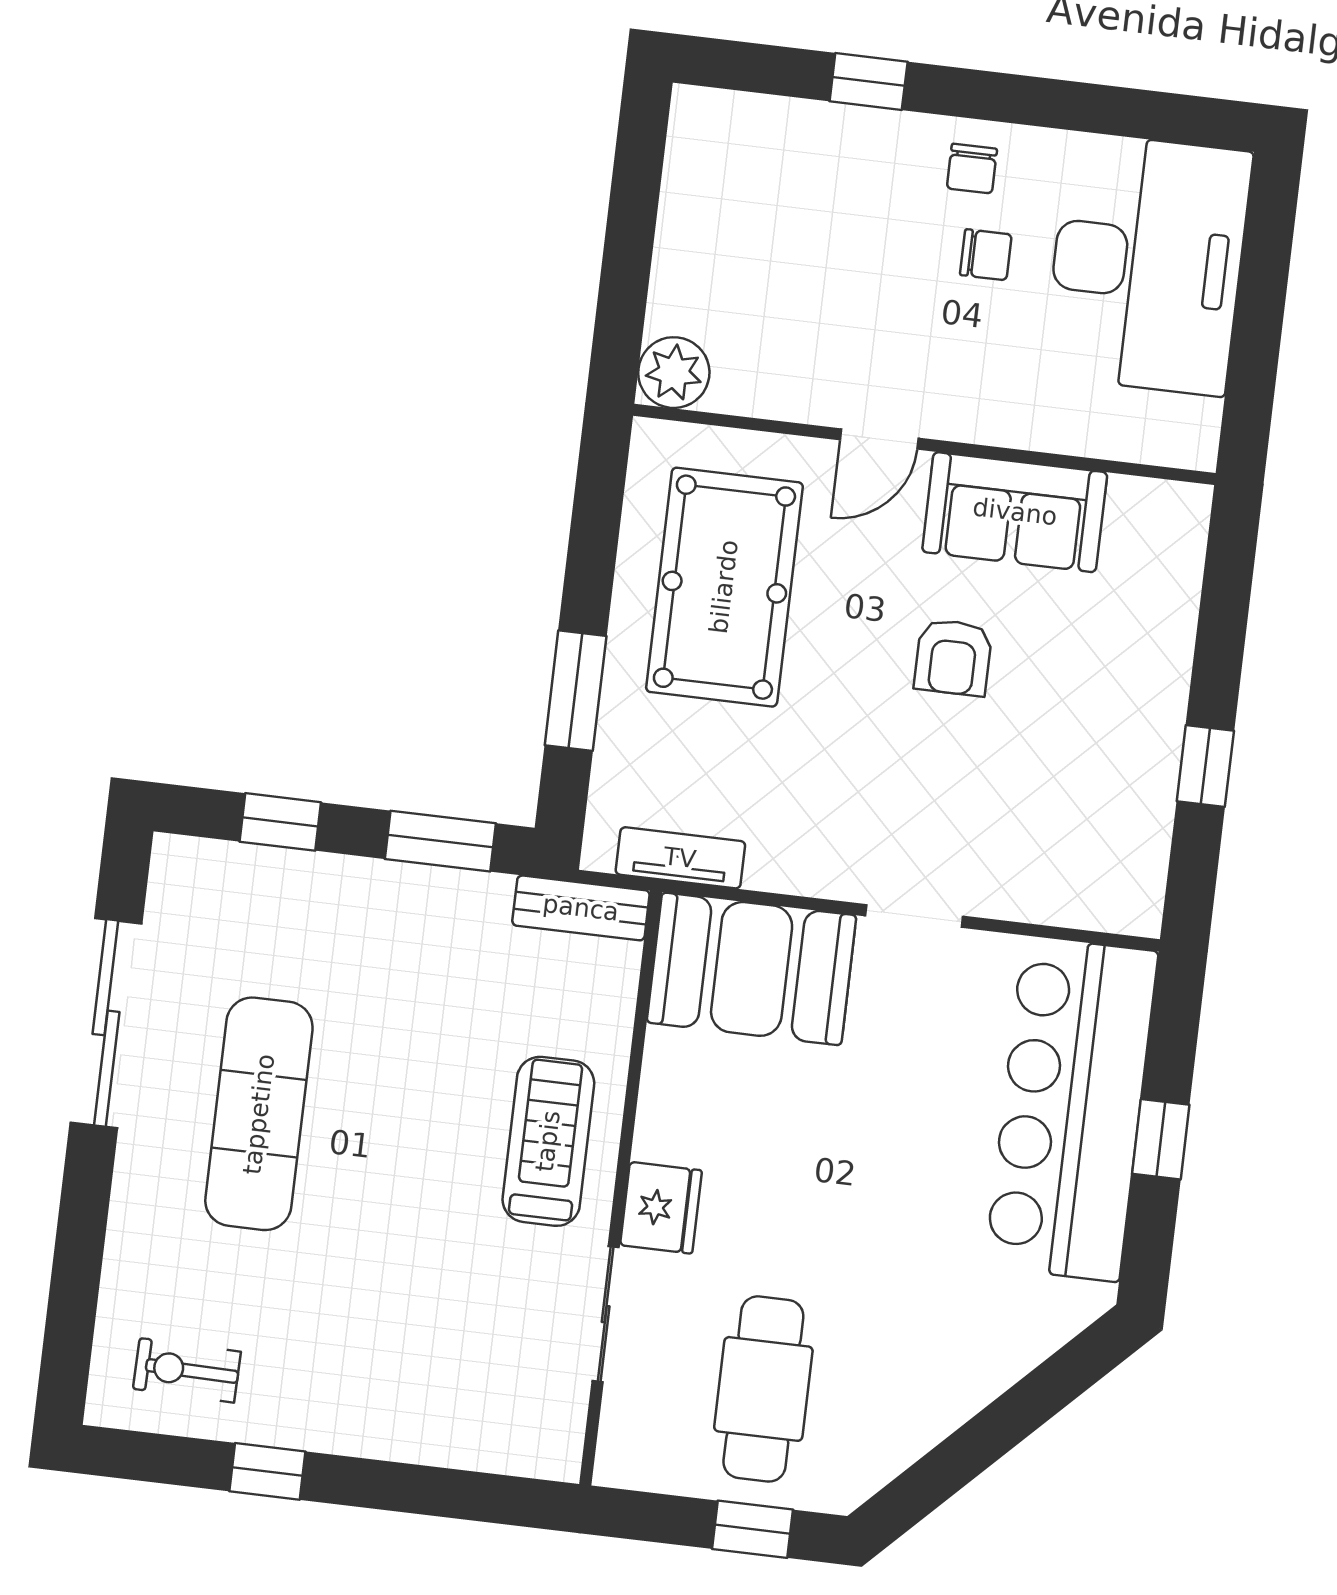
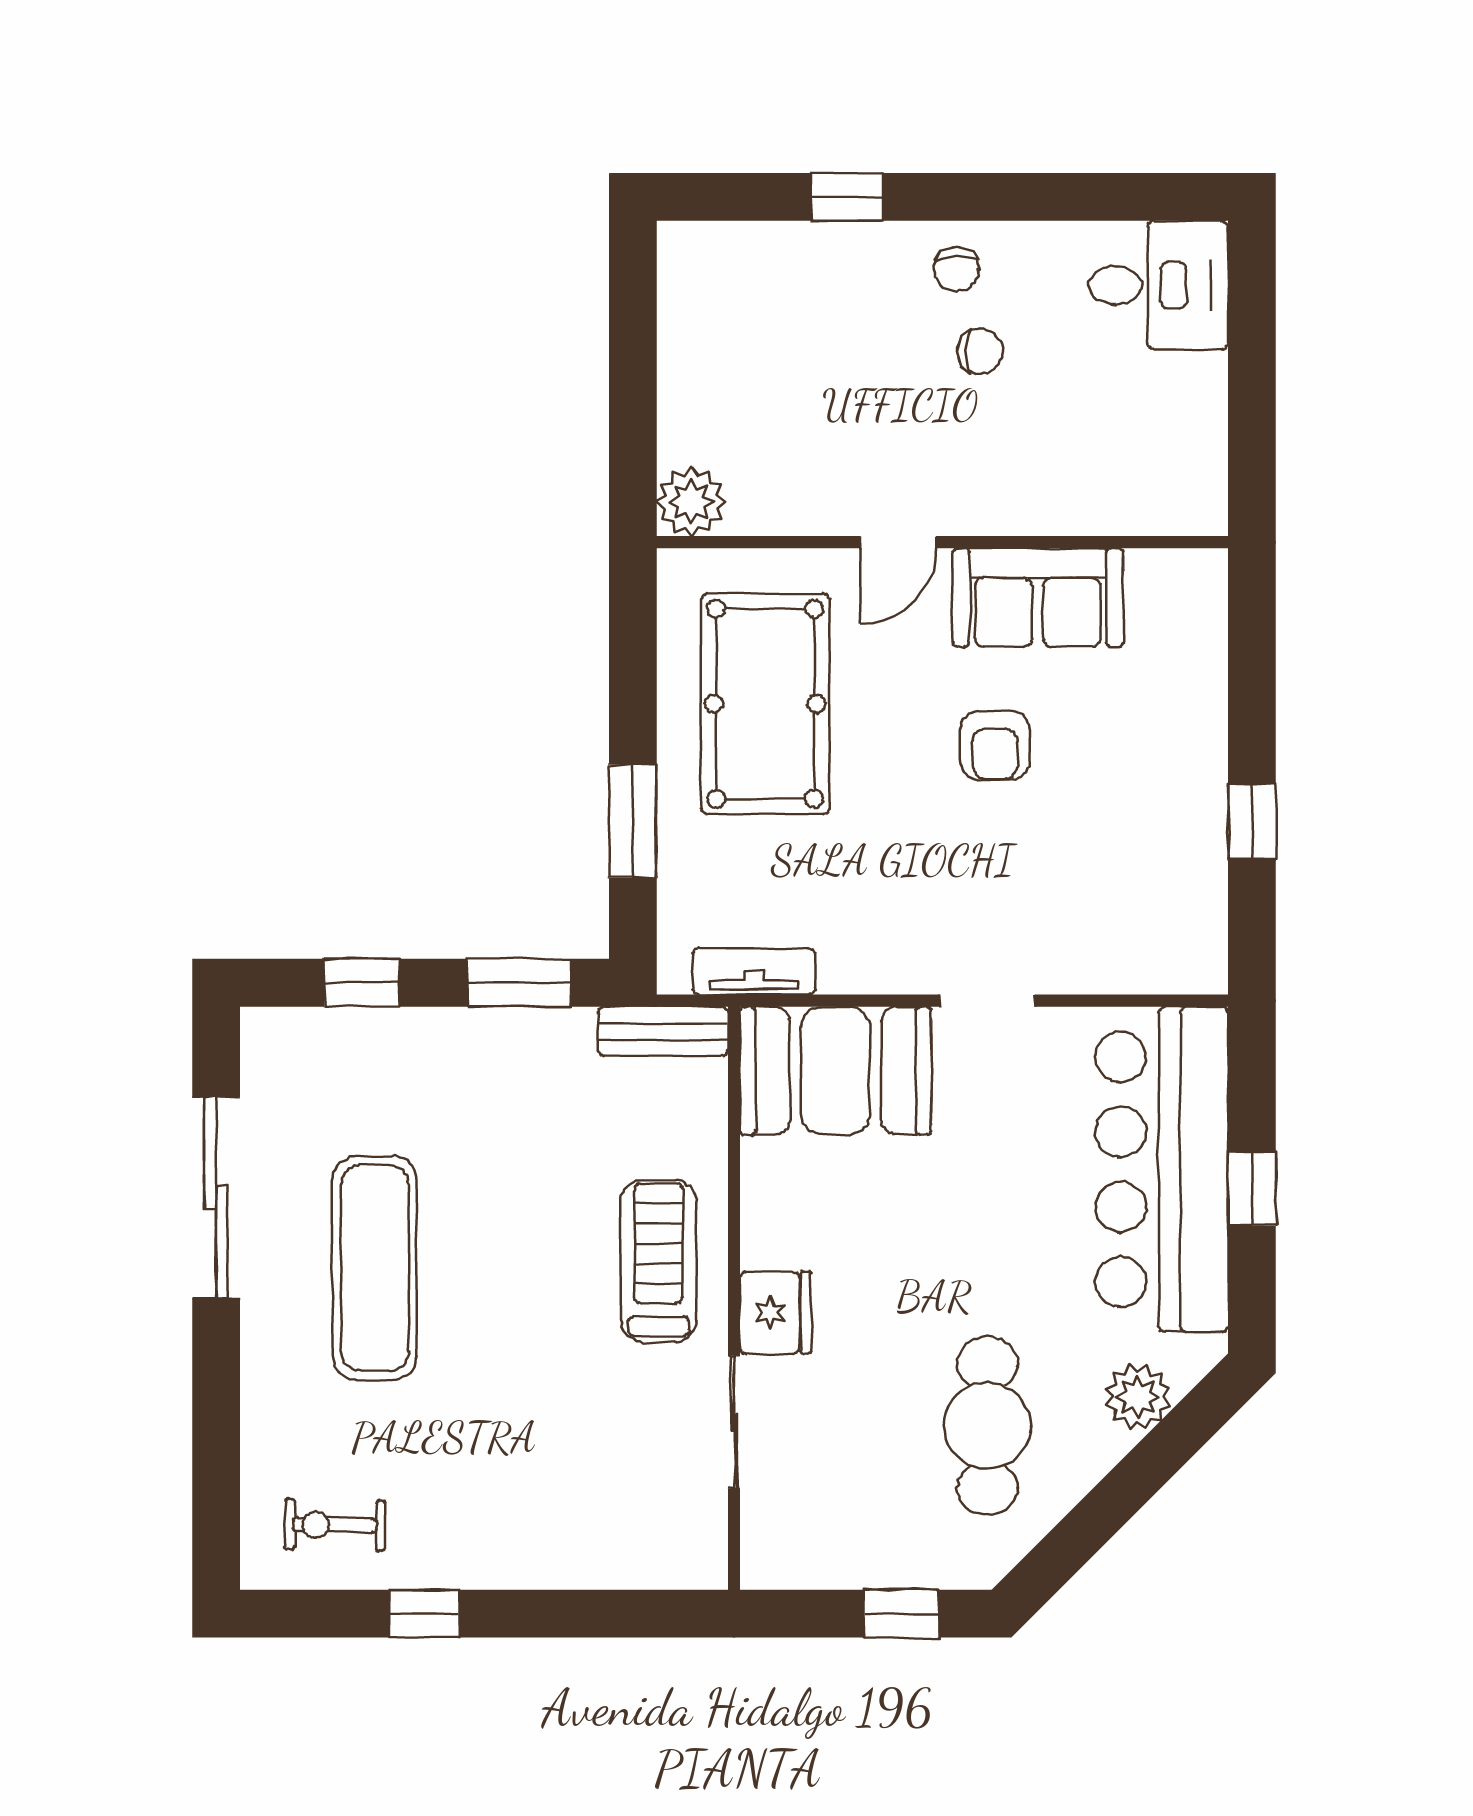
desk: (1147, 264) -> (1159, 285), width x0.53, depth x0.77
plant: (1019, 1337) -> (1138, 1397), added
cafe table: (763, 1389) -> (987, 1426), moved

